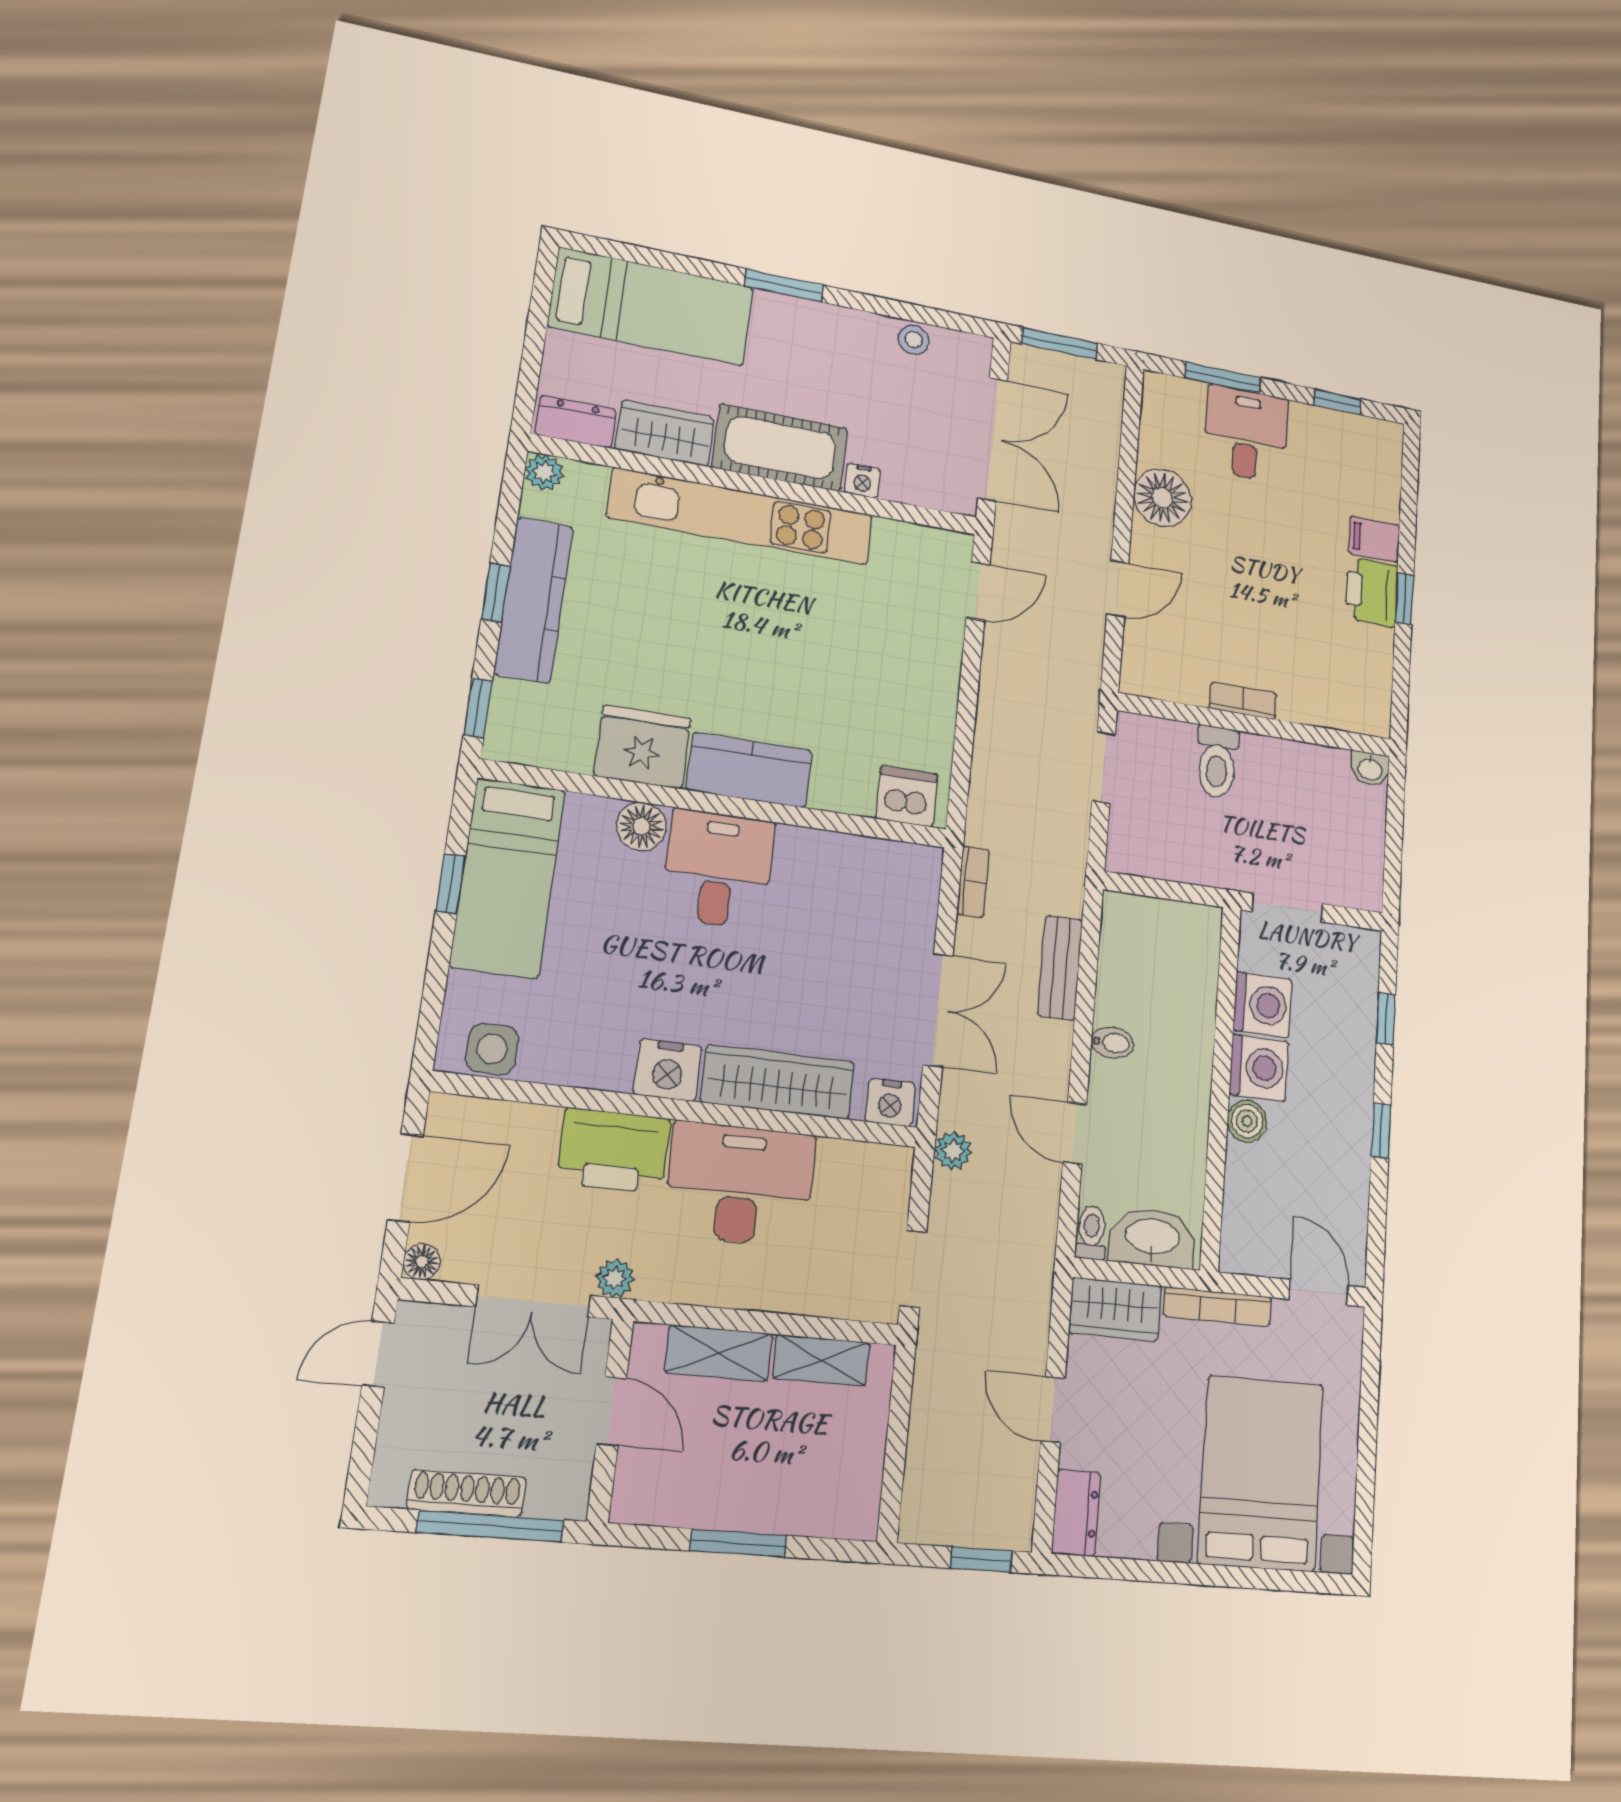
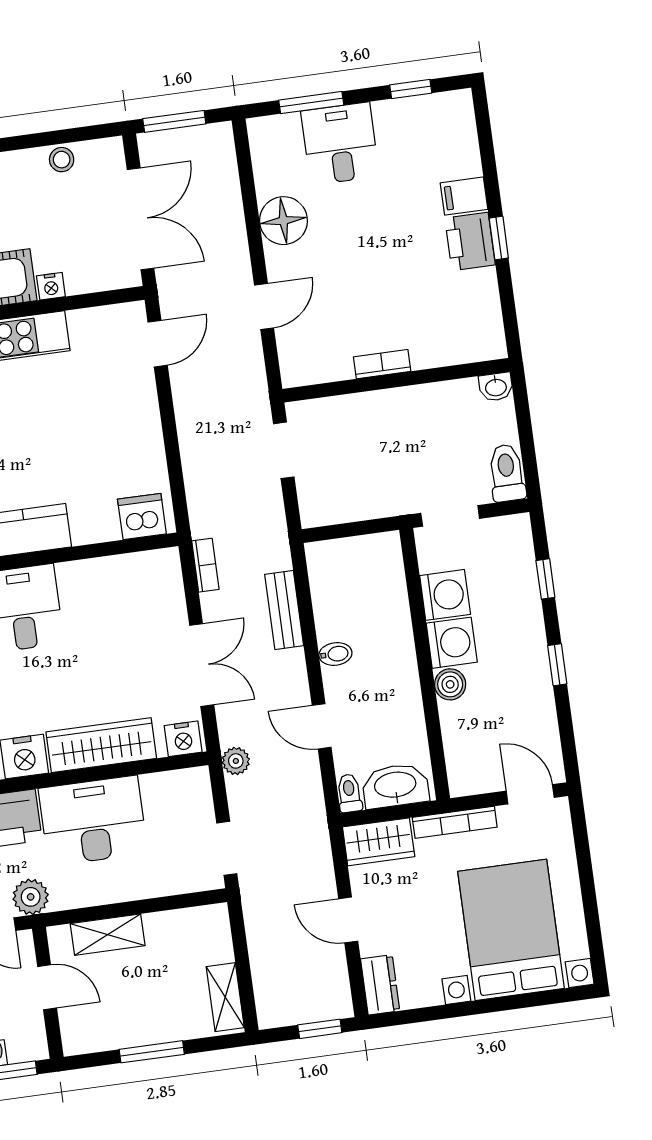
toilet: (1217, 762) -> (507, 473), moved, turned 180
plant: (615, 1278) -> (31, 897), width x1.38, depth x1.38
shelving: (821, 1360) -> (225, 997), moved, turned 90

